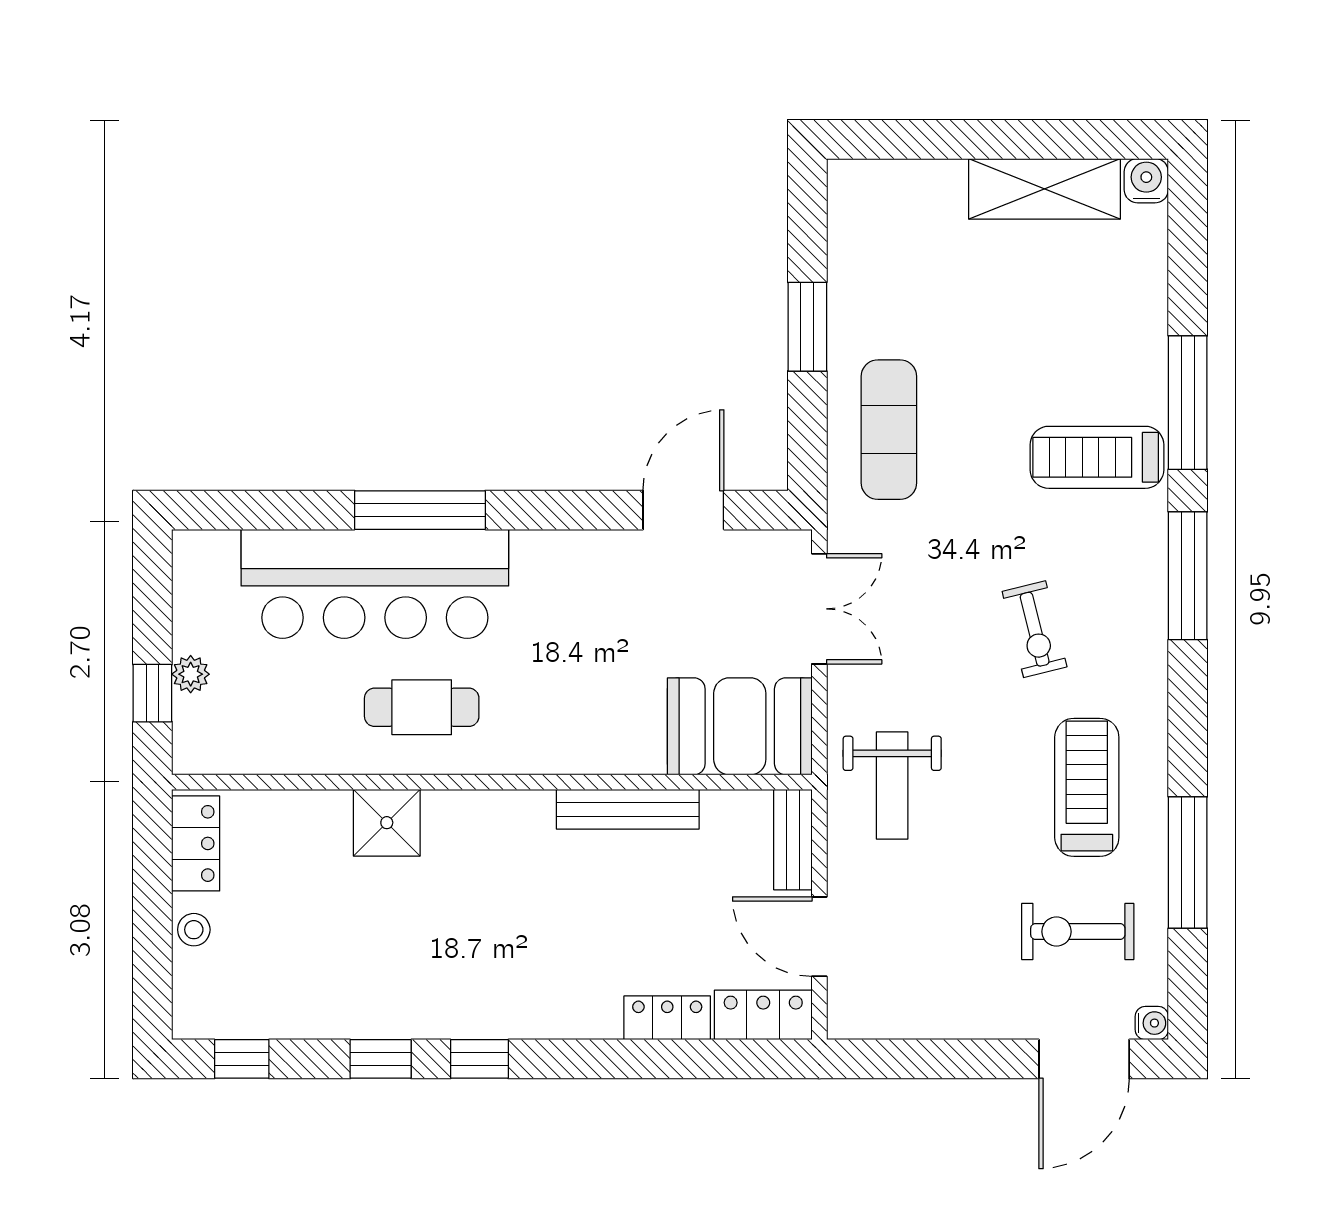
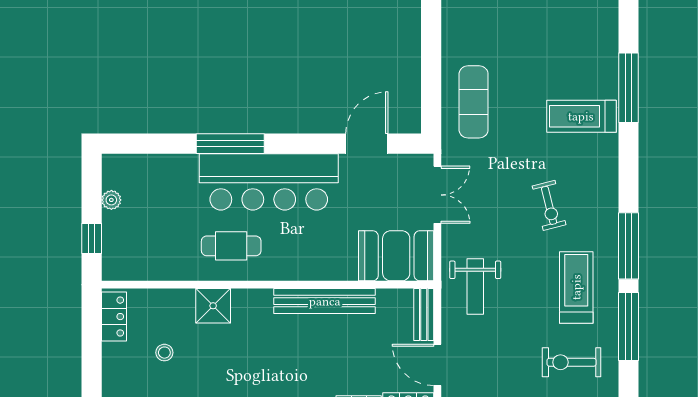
window: (807, 327) -> (431, 48), removed
window: (1188, 576) -> (629, 246), moved
bar counter: (375, 584) -> (269, 182), moved
plant: (191, 674) -> (111, 200), moved
bench: (628, 809) -> (325, 301), width x1.37, depth x1.21
stool: (194, 930) -> (164, 353), moved

